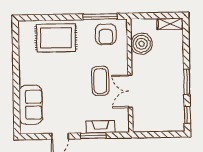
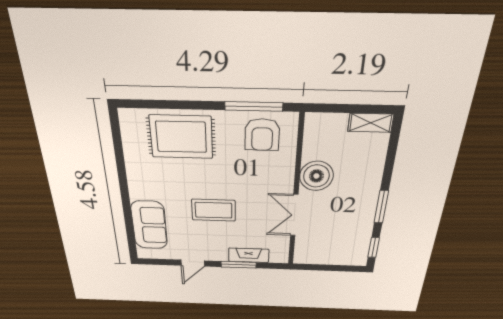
boiler: (142, 44) -> (316, 176), moved
coffee table: (100, 81) -> (214, 210), moved, turned 90

